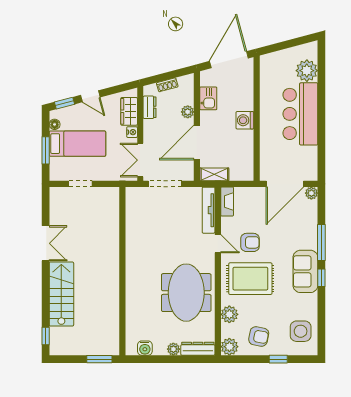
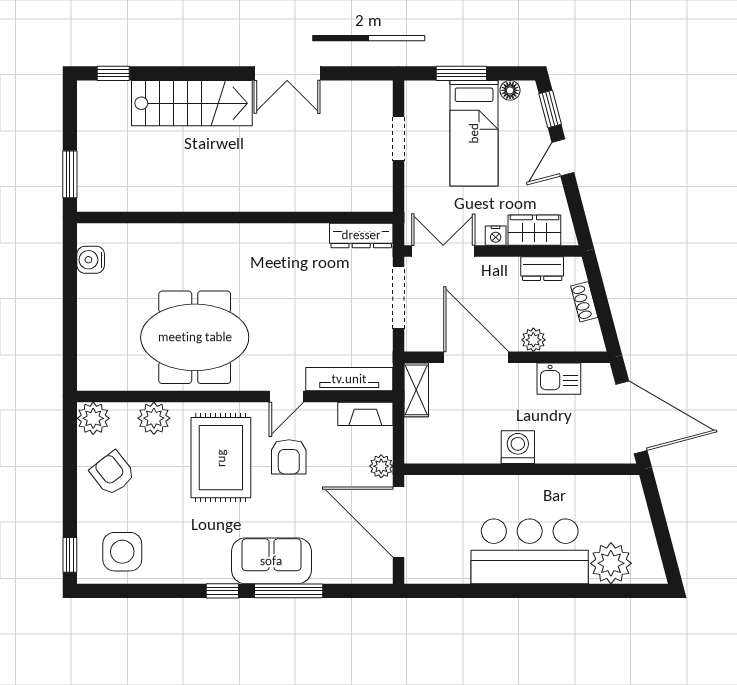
plant: (311, 193) -> (381, 466), moved
sofa: (305, 271) -> (271, 561), moved
armchair: (259, 336) -> (112, 473), turned 131
plant: (173, 349) -> (89, 313), removed
dresser: (198, 349) -> (361, 235), moved, turned 90
window: (278, 359) -> (70, 555), moved

